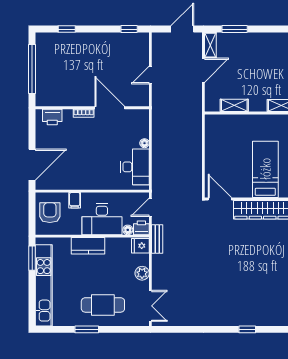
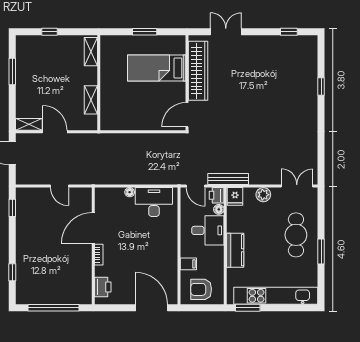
window: (235, 29) -> (12, 72), moved
desk: (102, 219) -> (208, 230), width x0.73
bench: (157, 239) -> (228, 179), width x1.36

